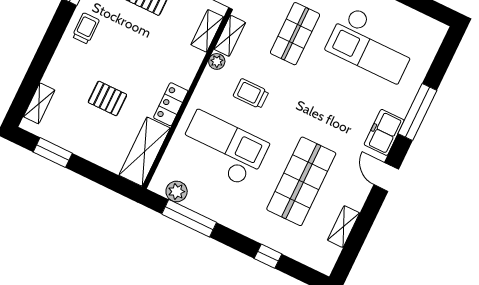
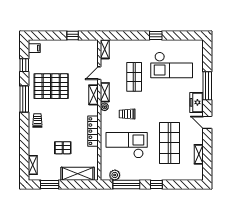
locker: (171, 104) -> (93, 131), width x1.53
shelving: (145, 152) -> (78, 174), moved, turned 90
window: (268, 256) -> (156, 184), moved

